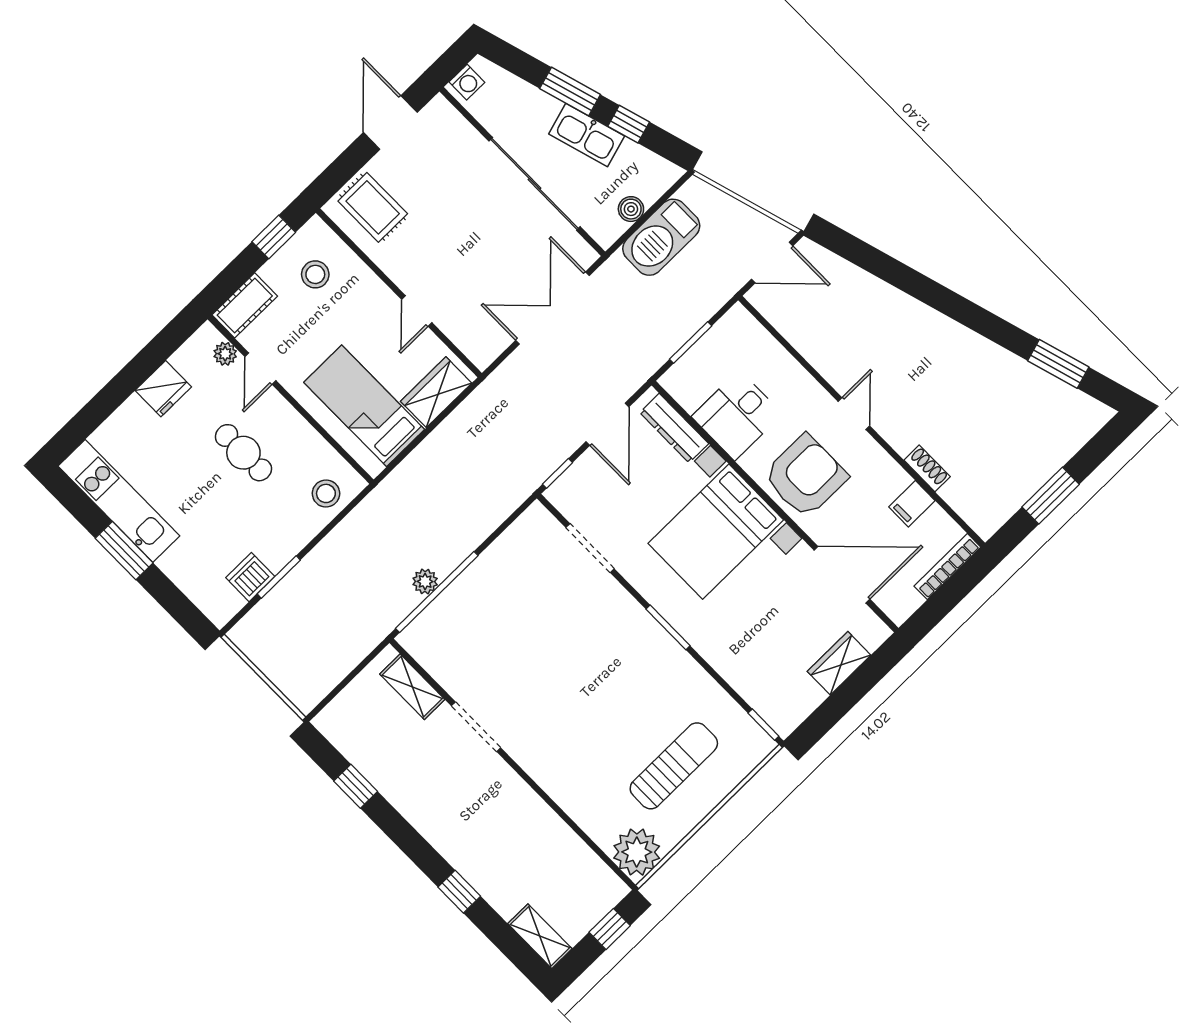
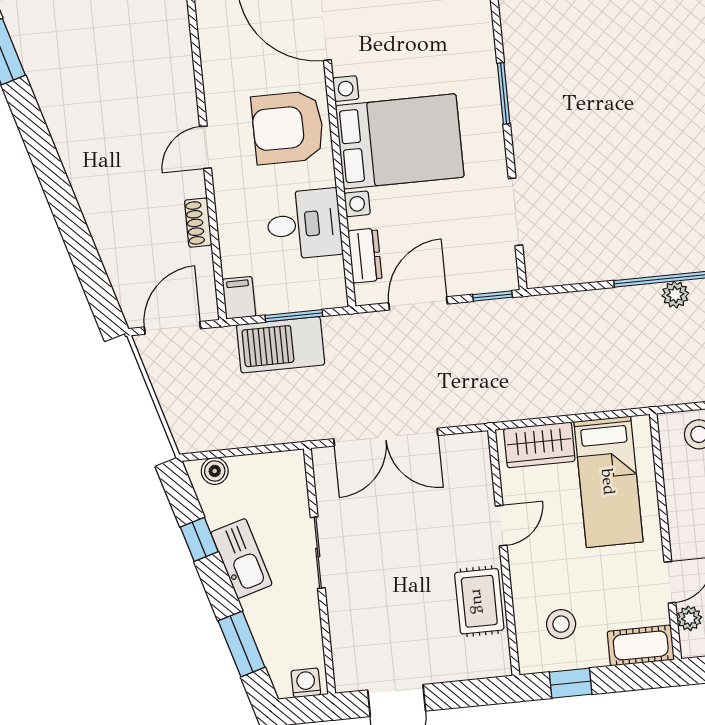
window: (570, 91) -> (242, 644), moved
sliding door: (535, 184) -> (318, 553), width x0.54
rug: (373, 207) -> (479, 601), moved
boiler: (631, 209) -> (215, 471), moved
barbecue: (661, 237) -> (281, 345), moved, turned 180
door: (772, 263) -> (172, 328), hinge flipped
dresser: (674, 428) -> (365, 256), width x0.70
shoe rack: (927, 468) -> (198, 223), moved
filing cabinet: (912, 504) -> (239, 298), moved, turned -90

